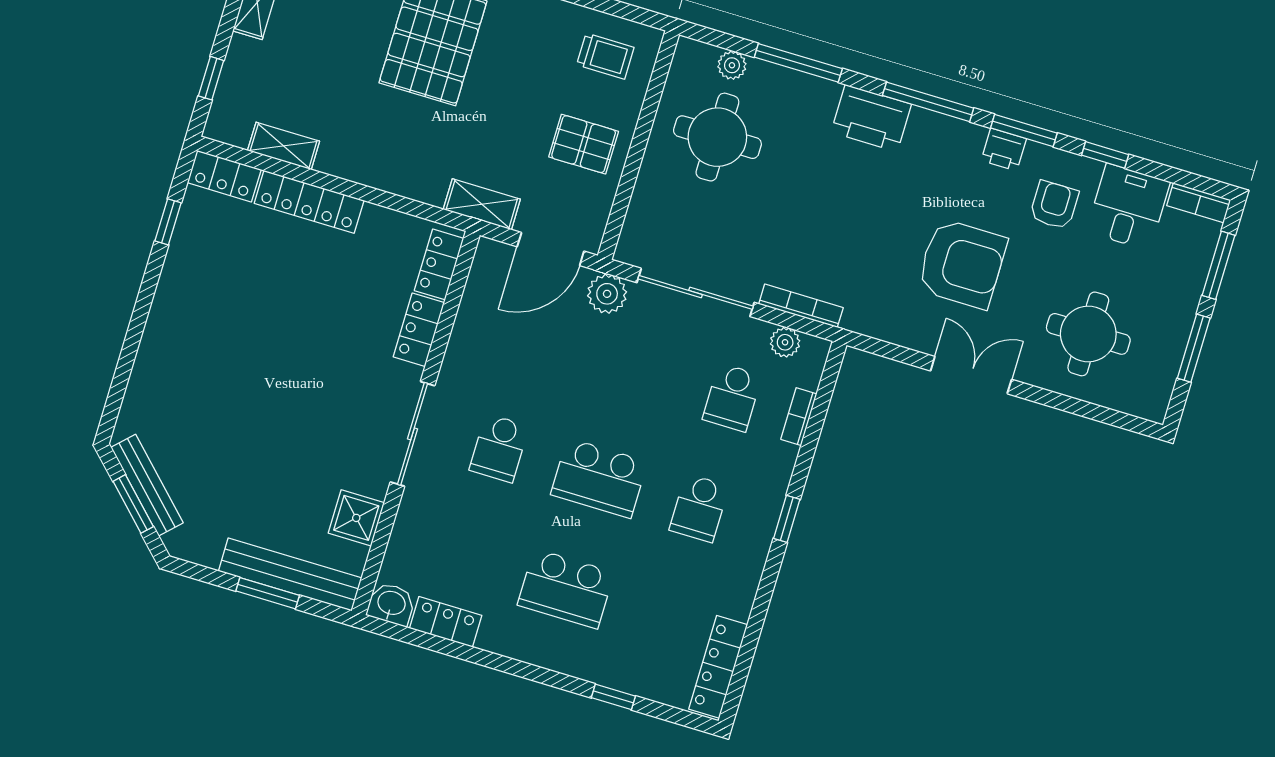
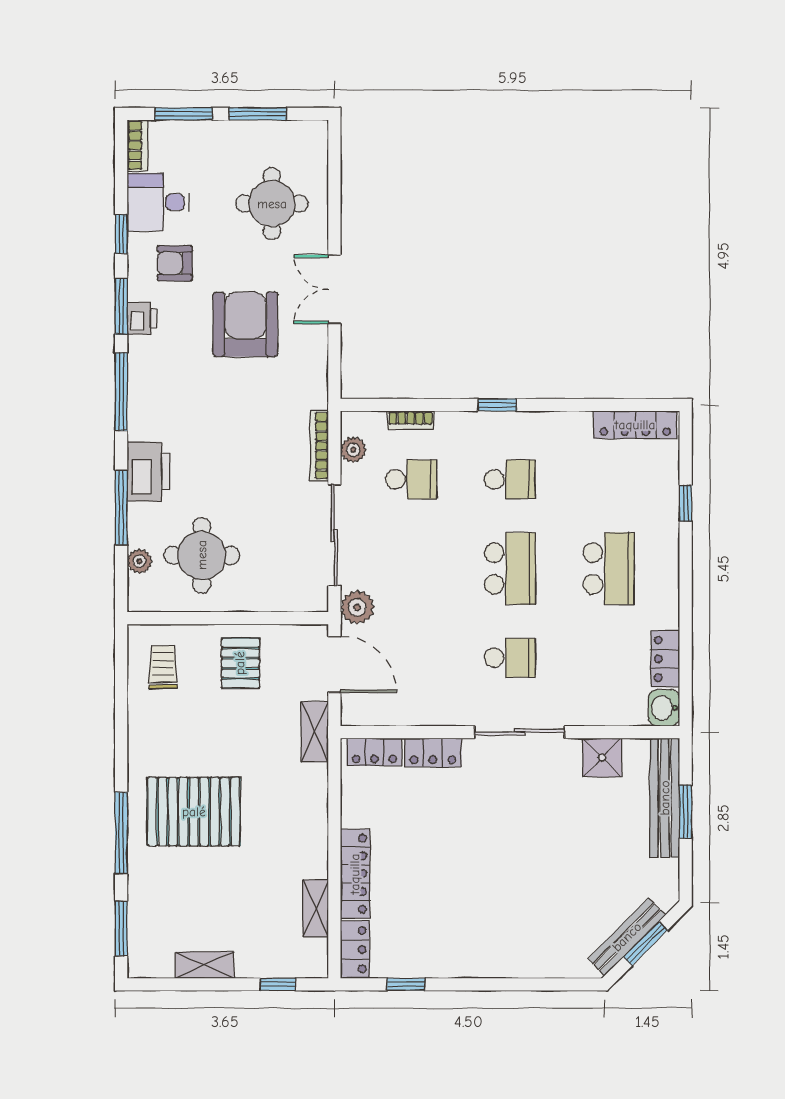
printer: (871, 118) -> (149, 472), moved

